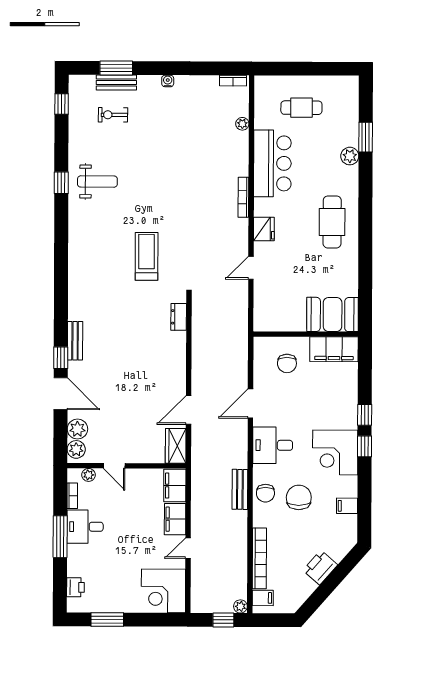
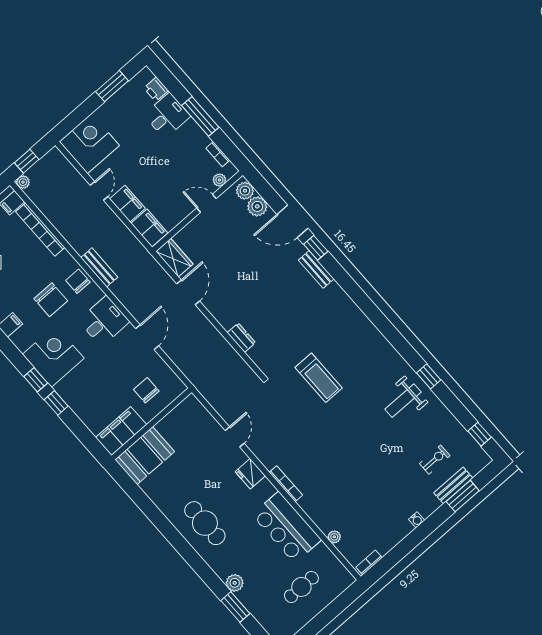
dresser: (179, 317) -> (241, 338), moved
desk: (85, 527) -> (167, 116), moved

